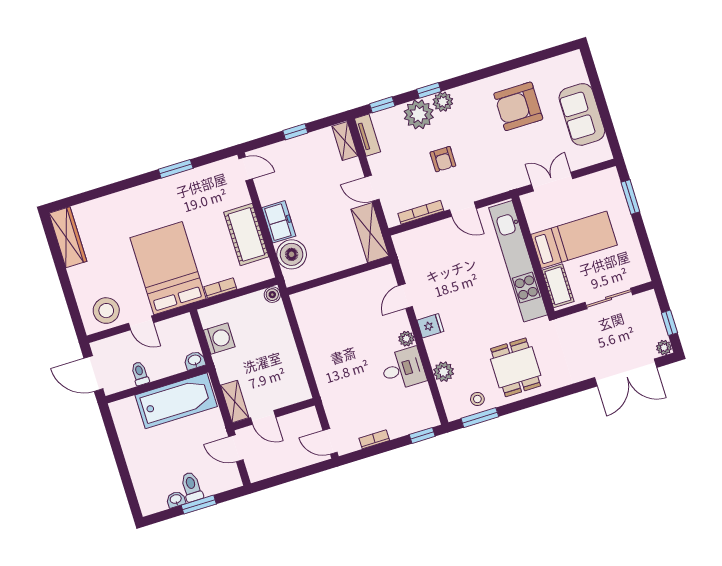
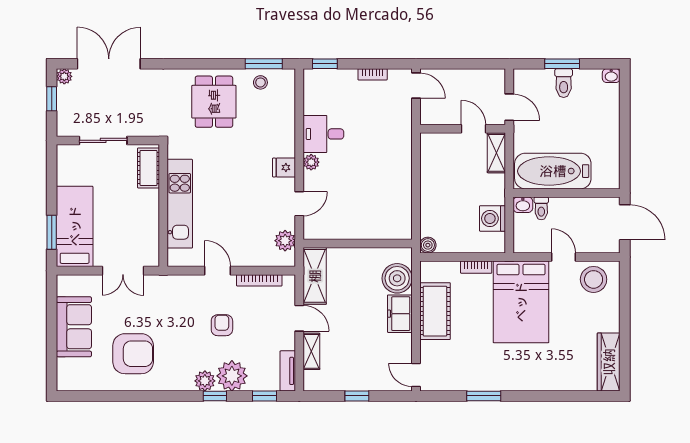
shelving: (345, 141) -> (311, 351), moved
bed: (574, 240) -> (75, 226), moved, turned 90
kitchen unit: (518, 261) -> (180, 204), width x0.73
plant: (444, 372) -> (285, 241), moved
toilet: (140, 373) -> (541, 208), moved
washbasin: (176, 499) -> (611, 76), moved

